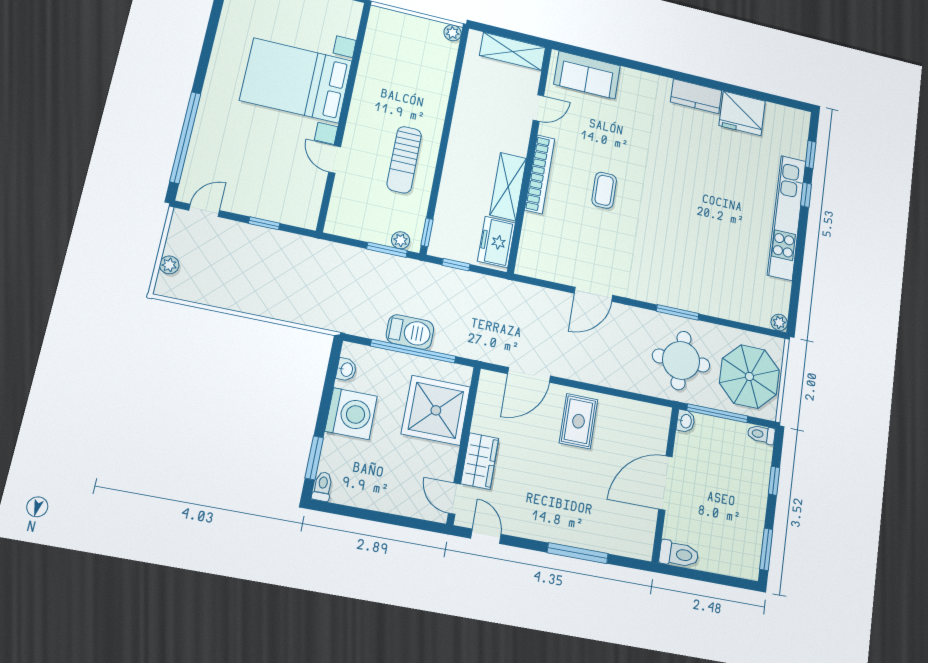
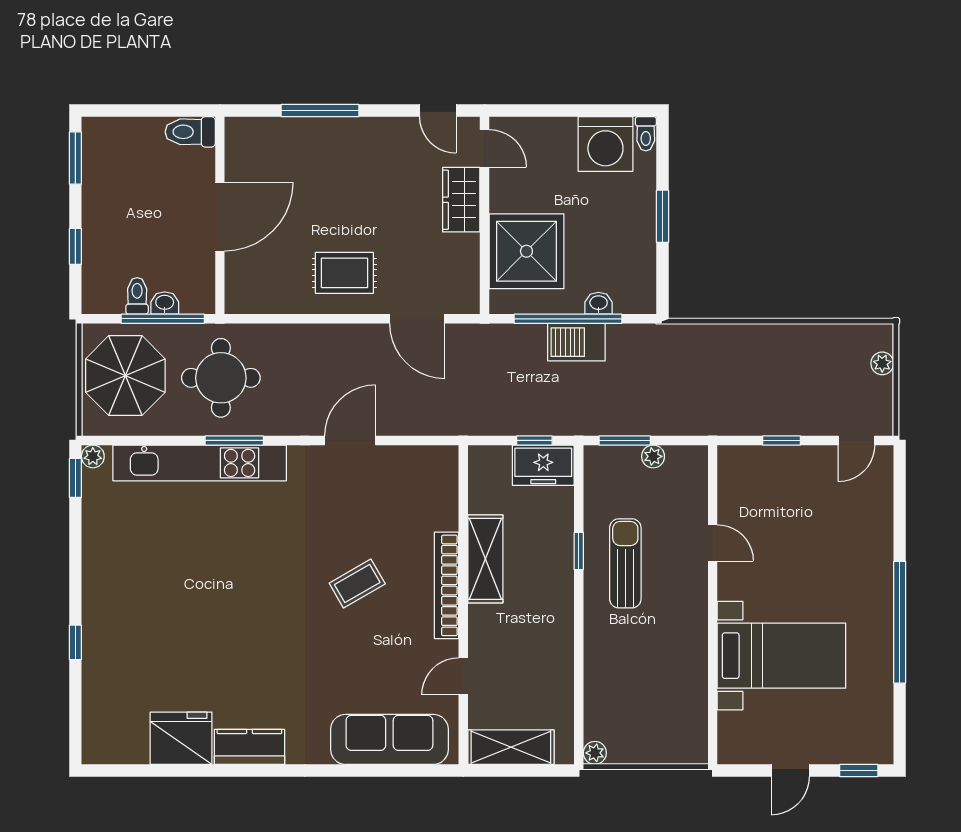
sofa: (587, 75) -> (389, 739), width x1.36
bed with nightstands: (296, 81) -> (781, 656), width x0.73
window: (185, 137) -> (900, 622), moved
window: (811, 154) -> (75, 478), moved
coffee table: (604, 190) -> (357, 584), turned 60
kitchen unit: (787, 218) -> (200, 463), moved, turned 90
window: (427, 232) -> (579, 551), moved
plant: (401, 240) -> (653, 456), moved
freezer: (496, 242) -> (543, 465), moved, turned 90
washbasin: (346, 370) -> (599, 303), moved, turned 90
door: (529, 375) -> (417, 319), swing flipped
washing machine: (351, 414) -> (605, 144), moved, turned -90
rug: (578, 421) -> (344, 273), turned 90
washbasin: (686, 421) -> (165, 303), moved, turned 90
toilet: (761, 434) -> (137, 296), moved, turned -90
window: (314, 458) -> (662, 216), moved

